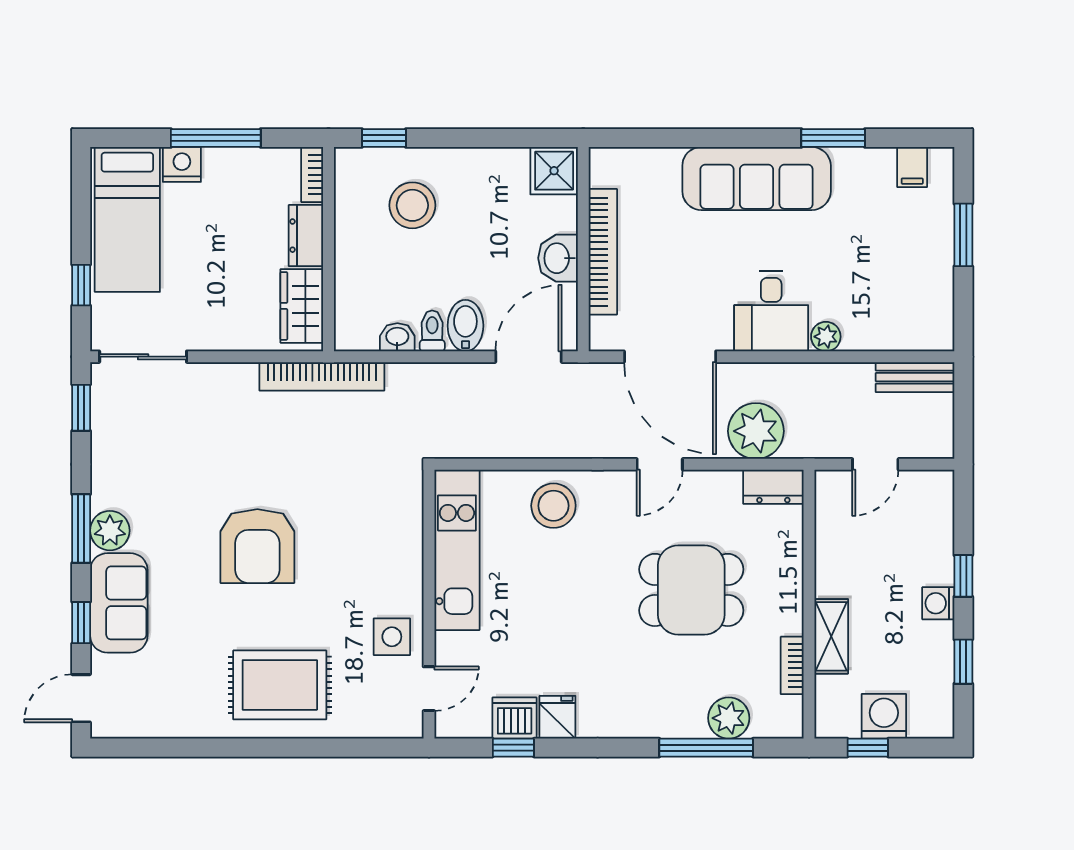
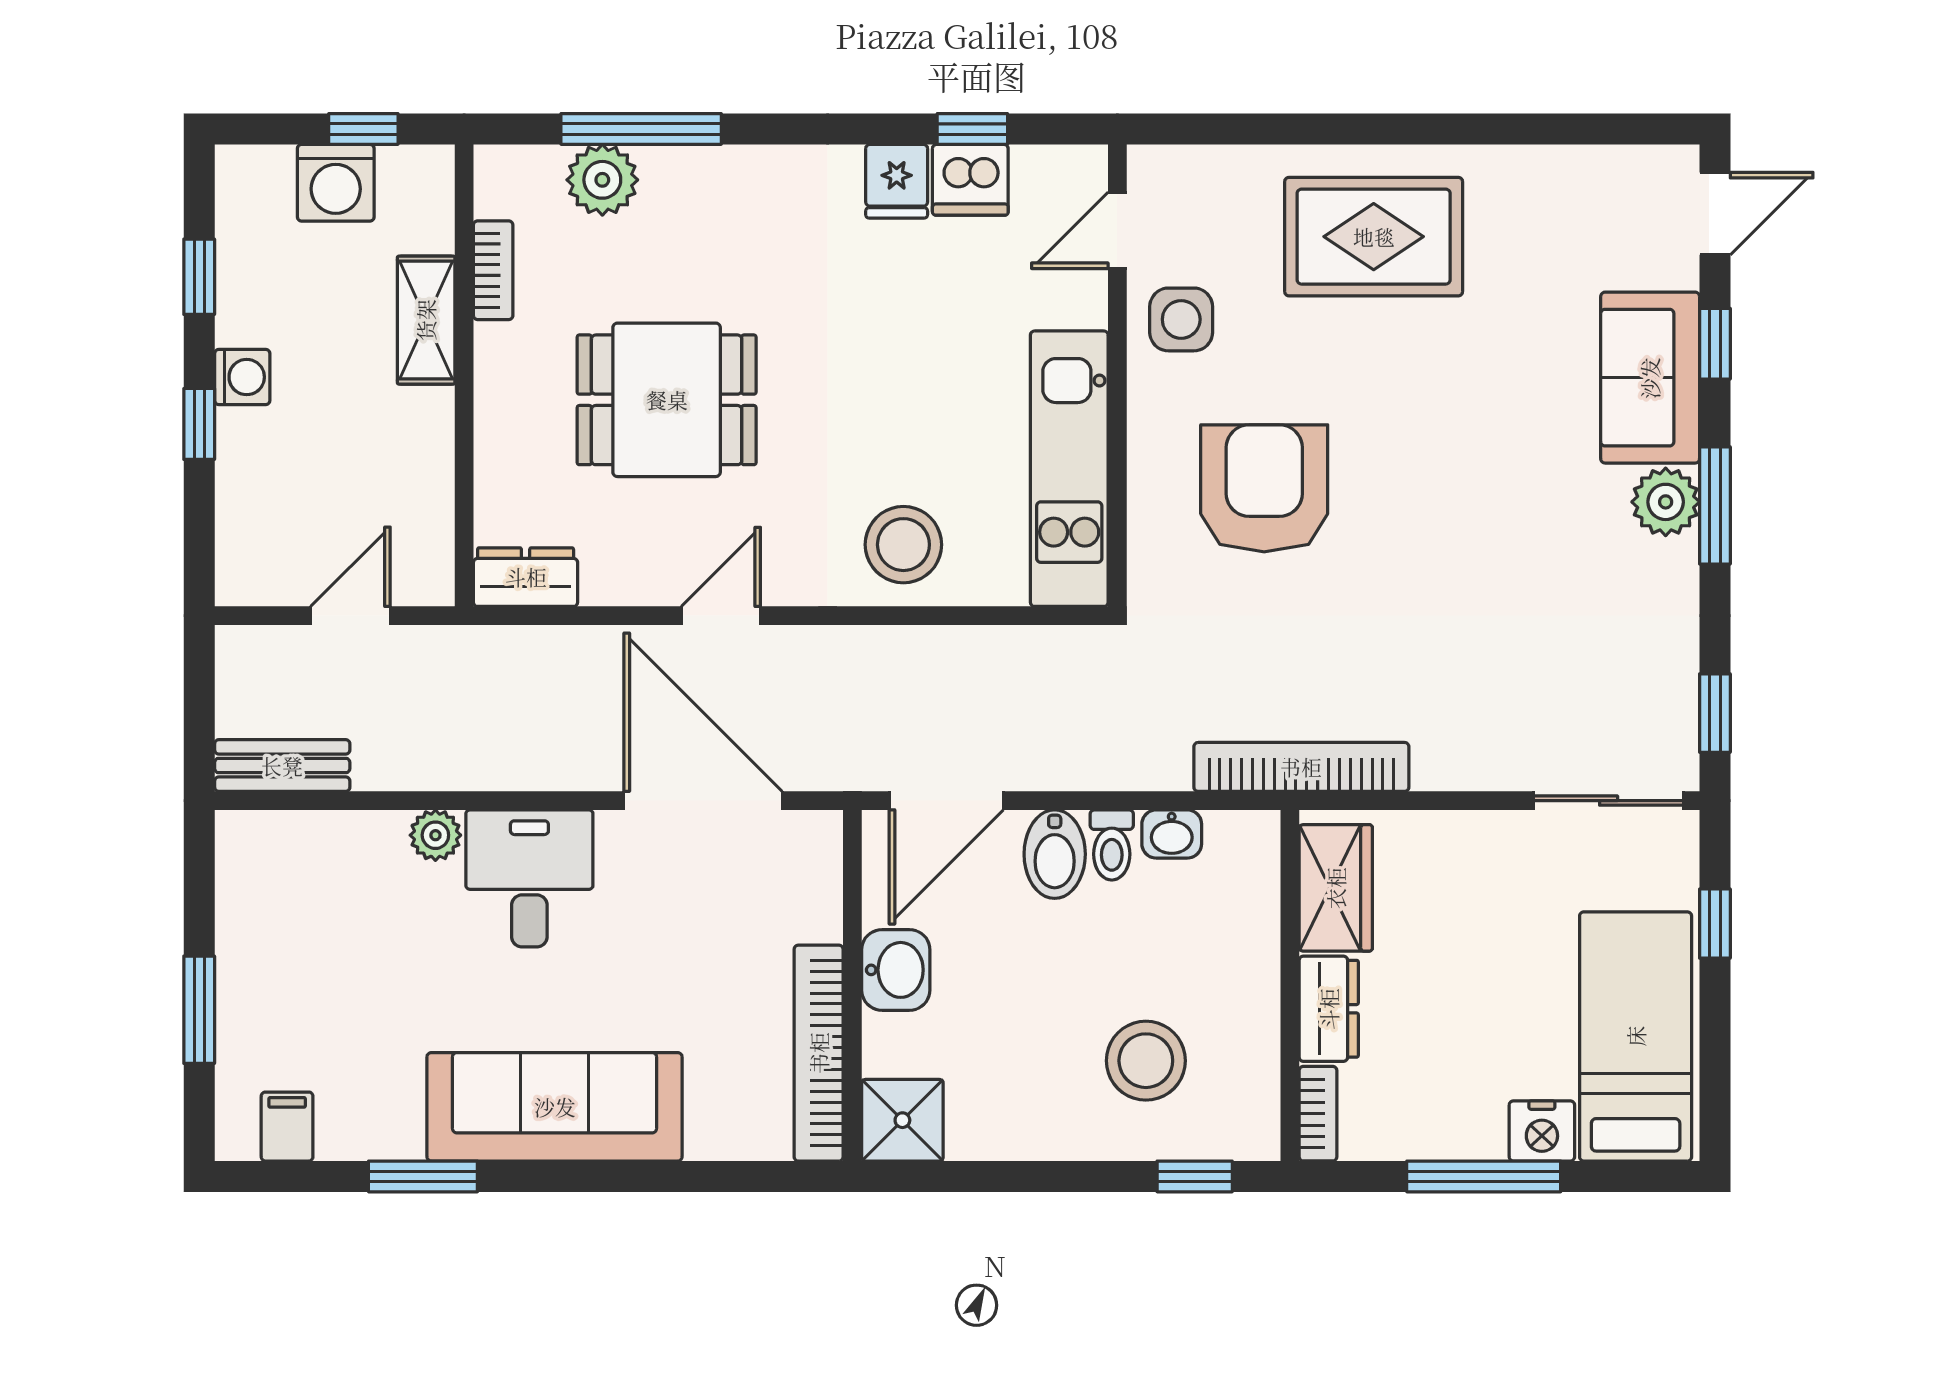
bookcase: (603, 252) -> (819, 1053), moved
plant: (756, 431) -> (556, 673), removed
armchair: (257, 546) -> (1264, 488), moved

